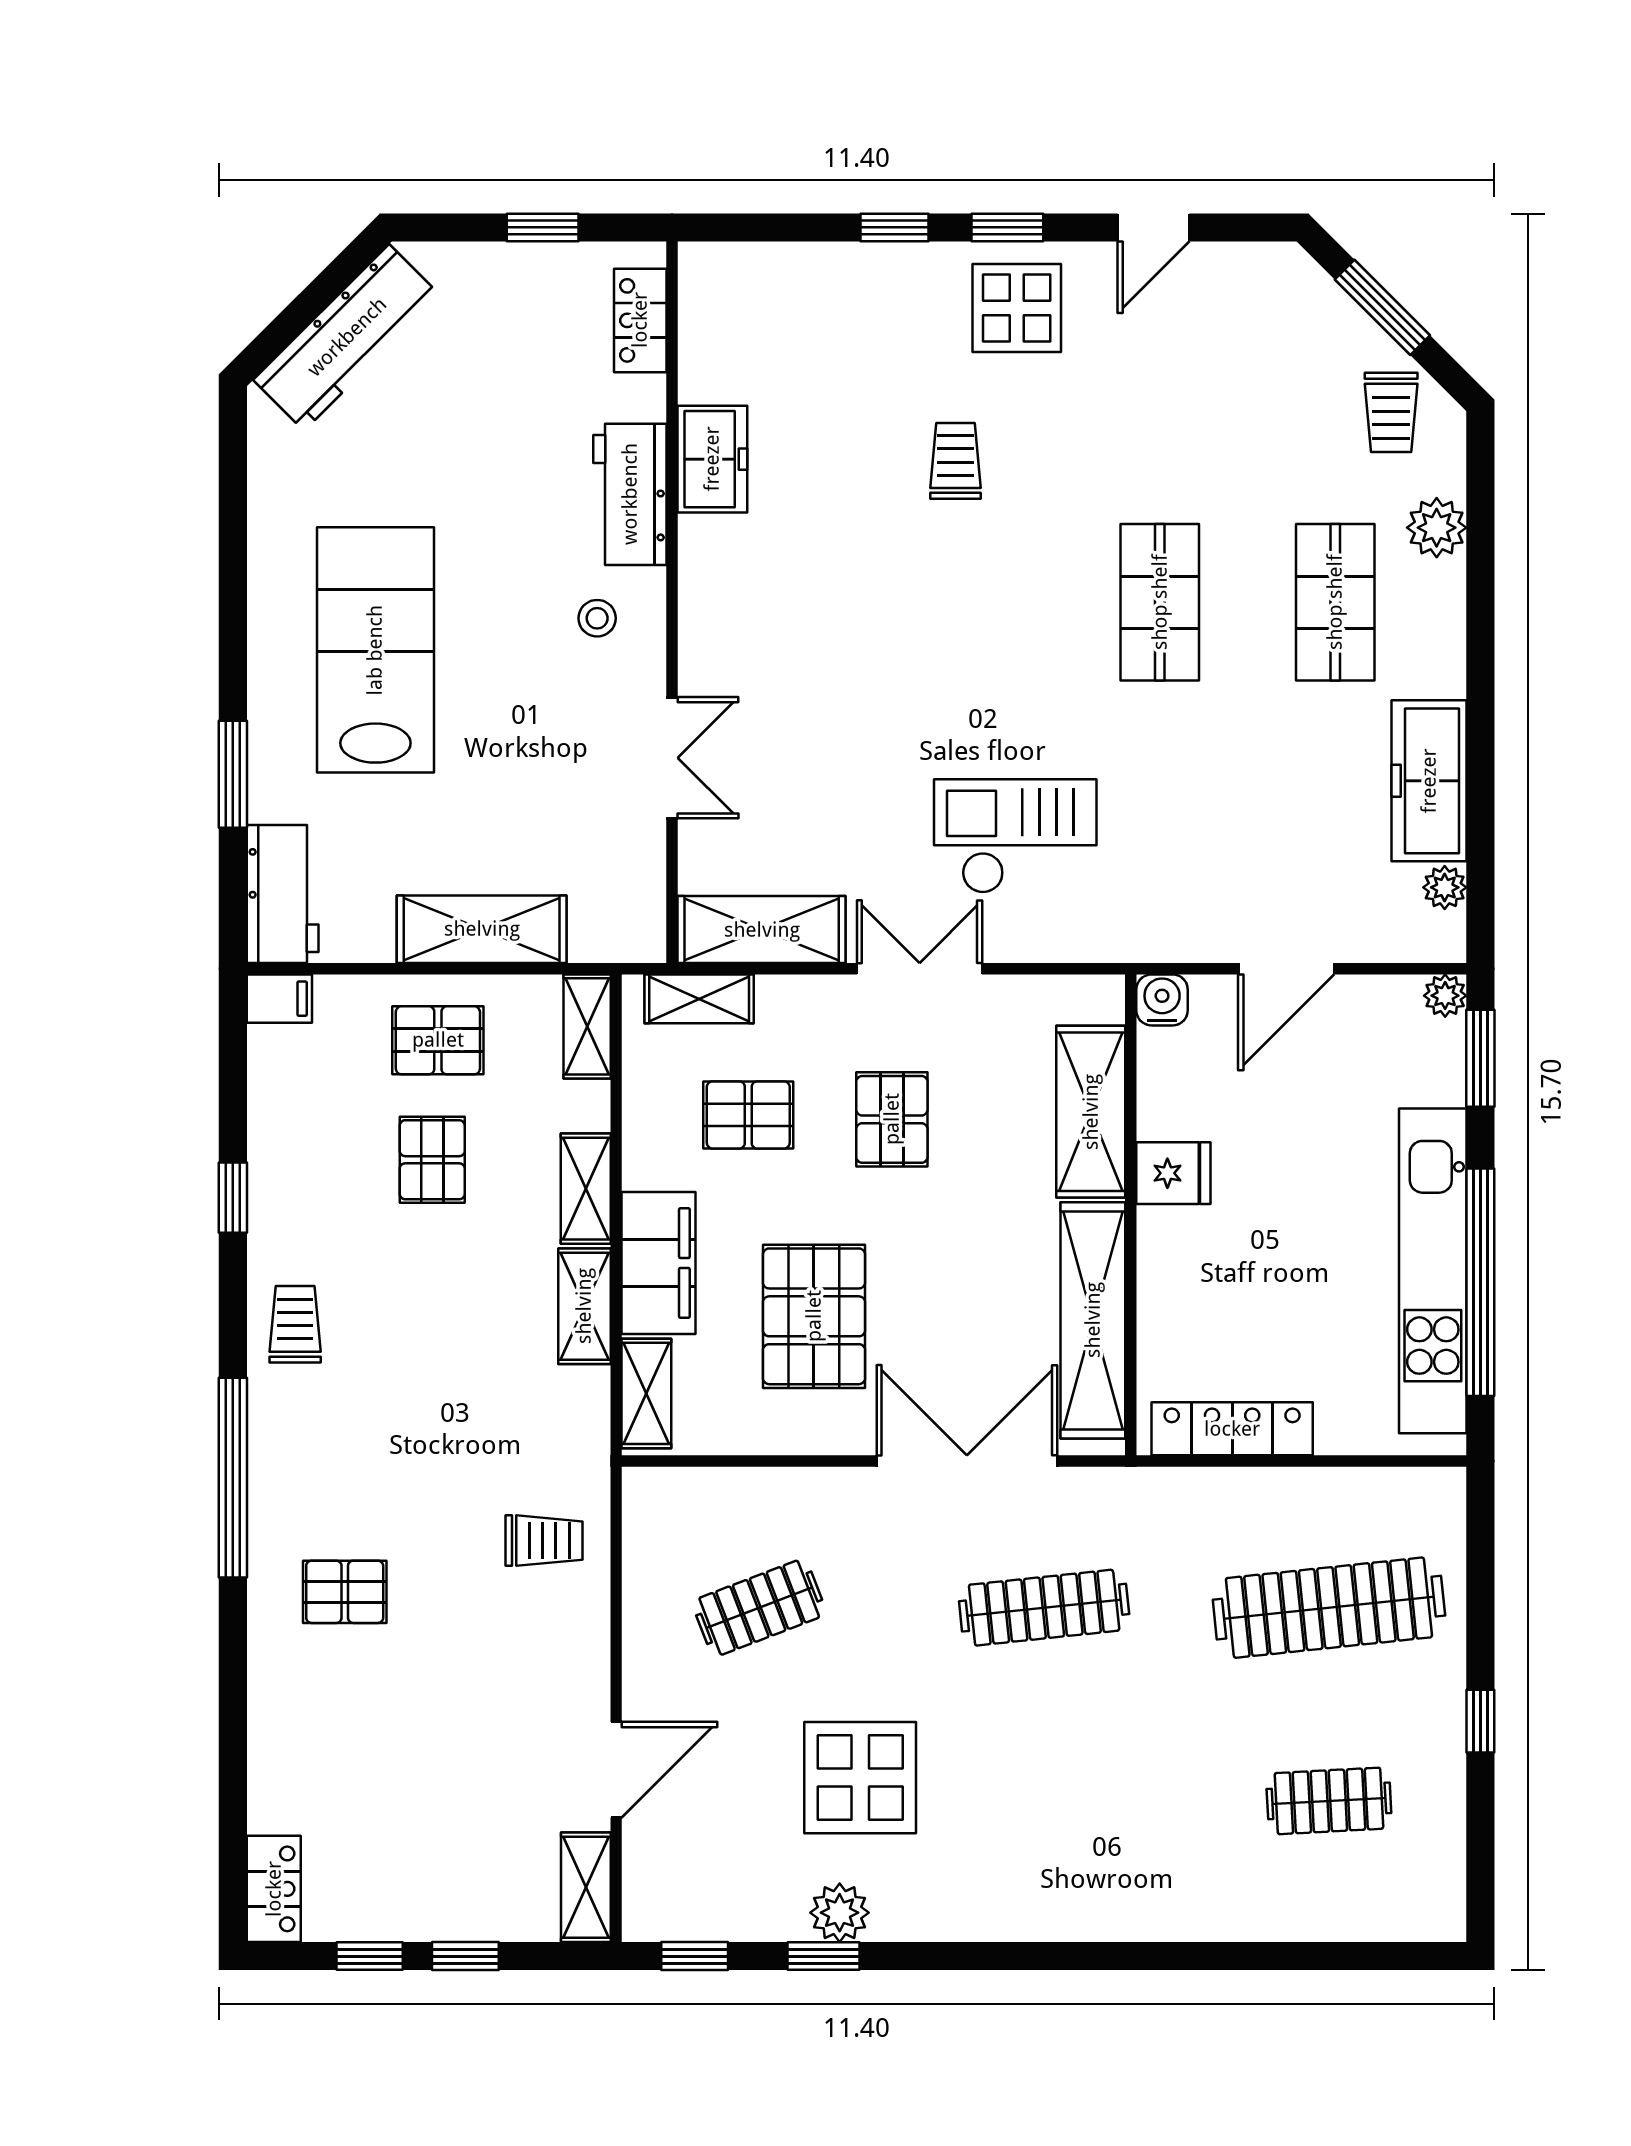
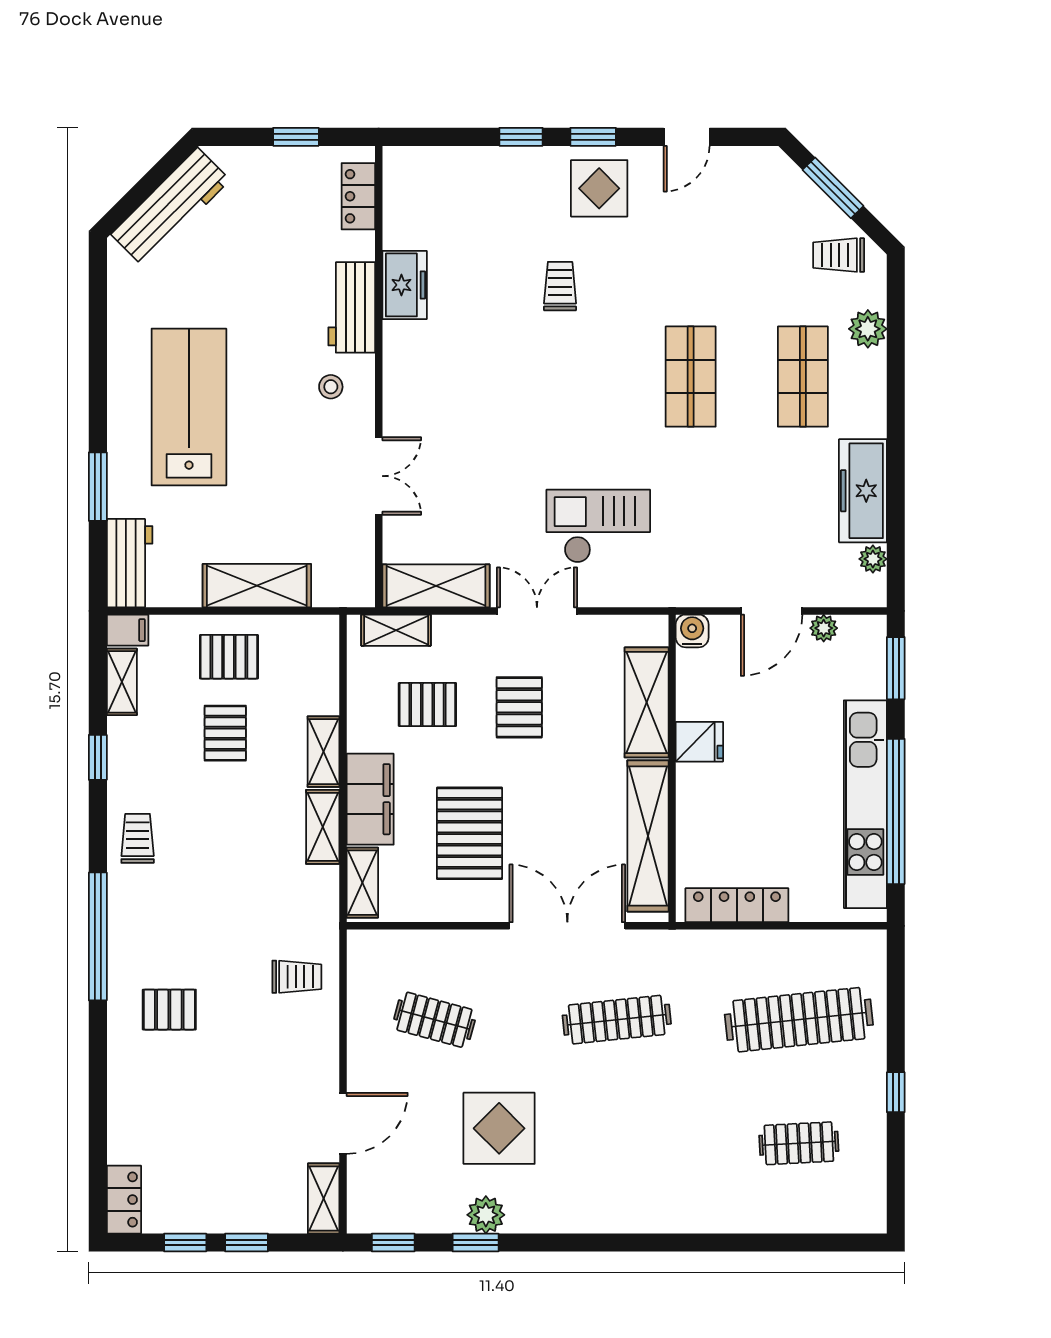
trolley: (1391, 412) -> (839, 255), turned 90
plant: (1445, 996) -> (824, 628), moved
shelving: (587, 1026) -> (122, 682), moved
clothes rail: (759, 1608) -> (434, 1020), turned 36

